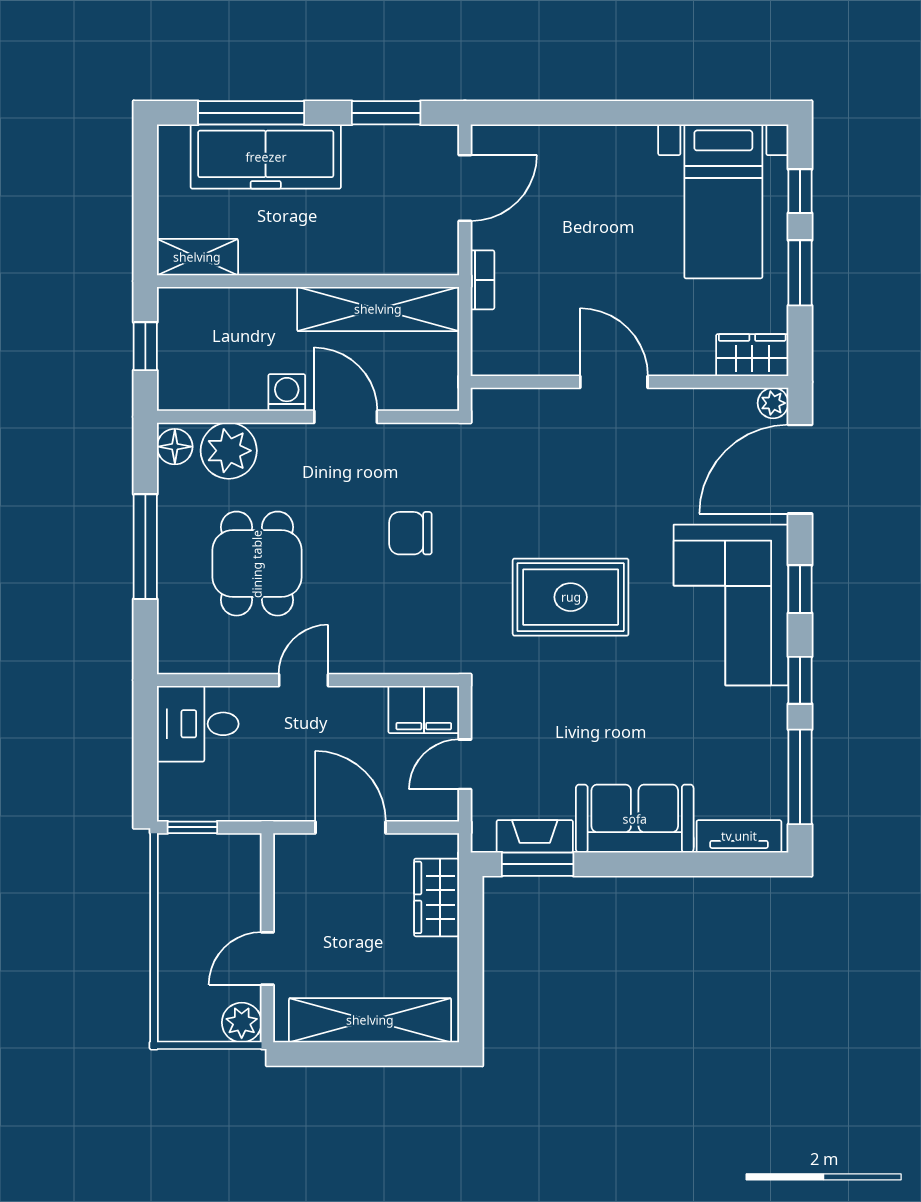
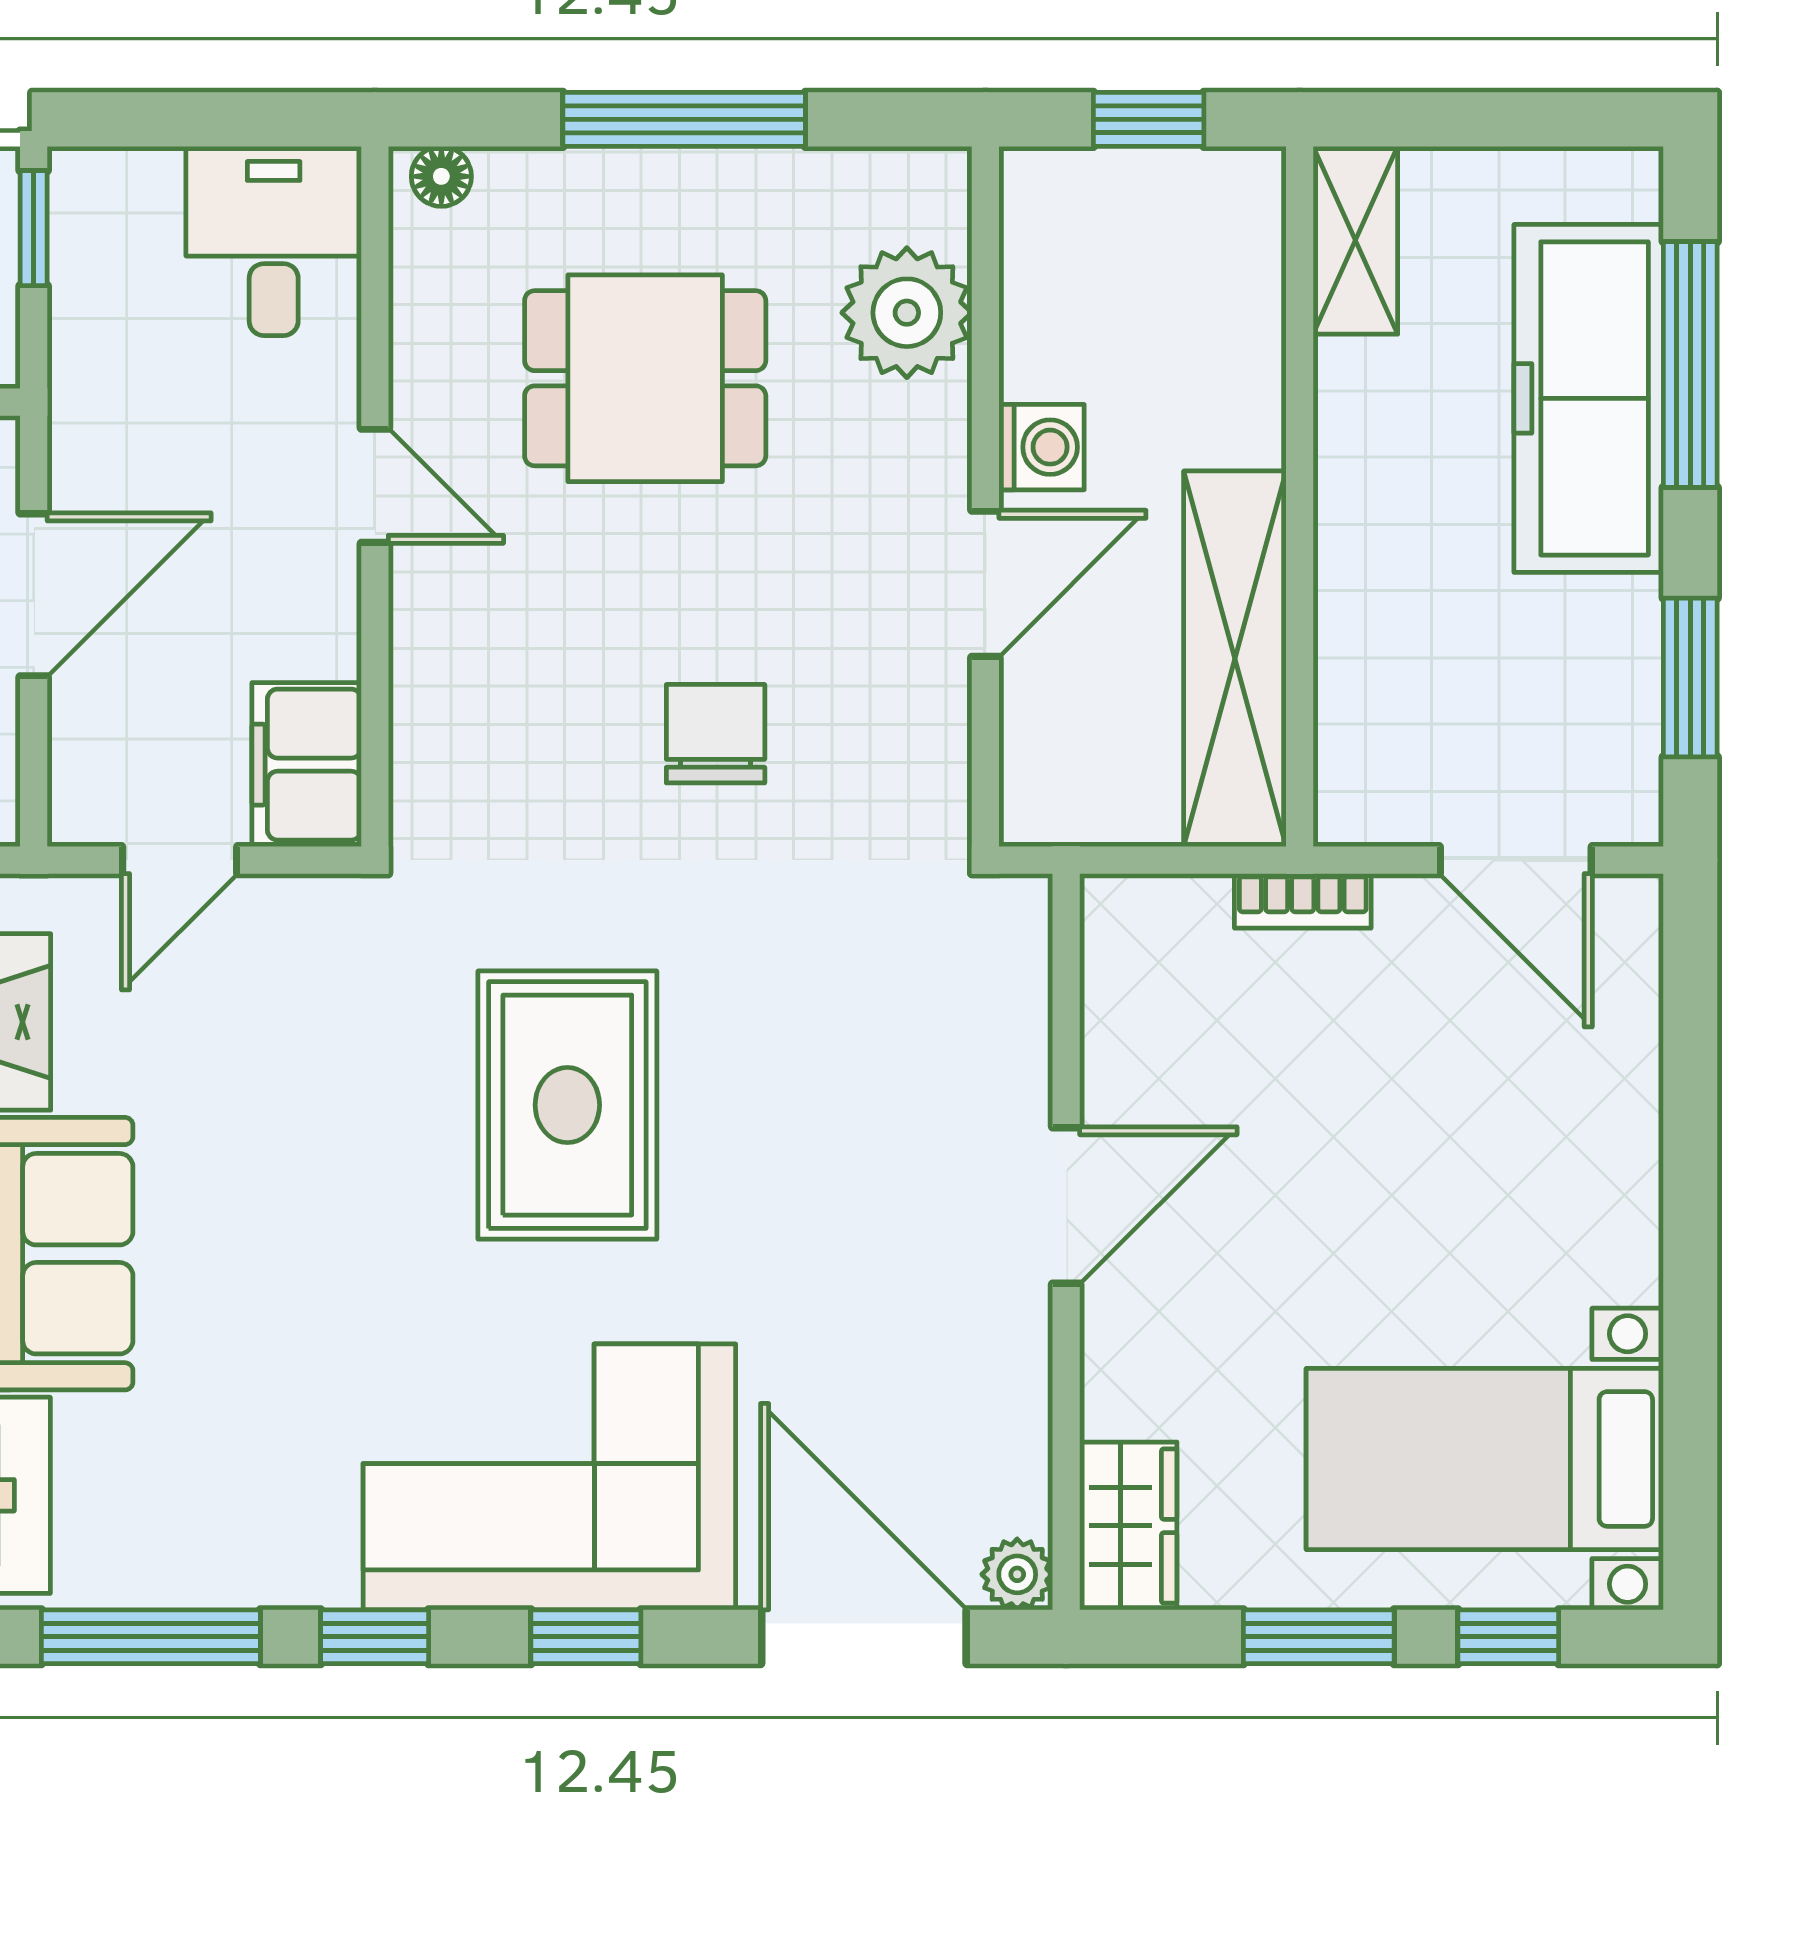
floor lamp: (175, 447) -> (441, 176), moved, width x0.73, depth x0.73
door: (465, 764) -> (180, 860), swing flipped

